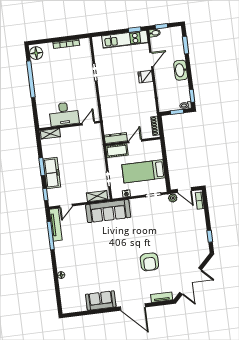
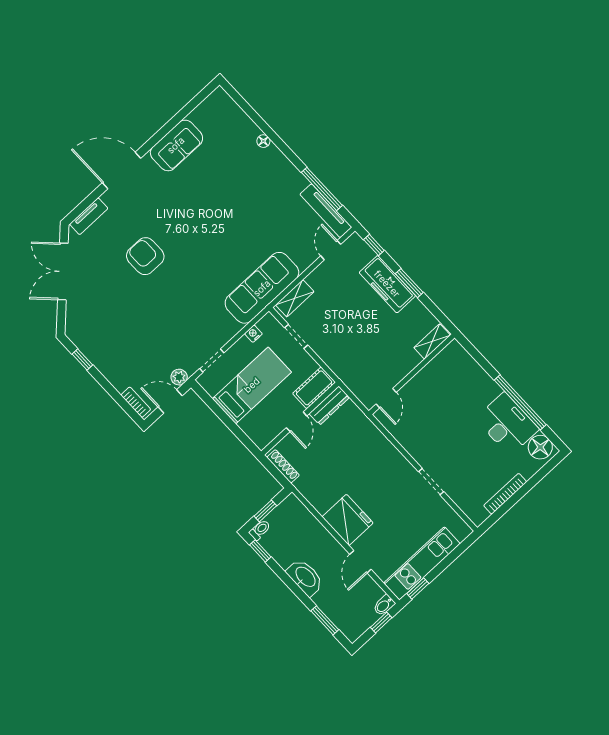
fridge: (145, 77) -> (348, 520), width x1.88, depth x1.34
desk: (64, 114) -> (507, 424), moved, turned 90

